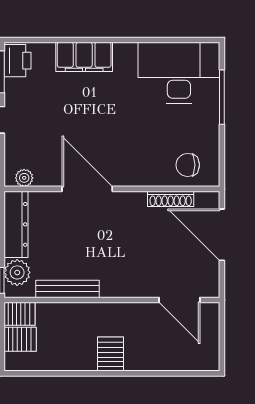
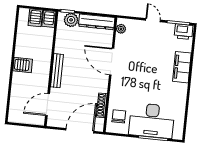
desk: (179, 73) -> (152, 121), moved, turned 90
door: (87, 189) -> (112, 62), swing flipped
bench: (67, 289) -> (57, 71), moved

